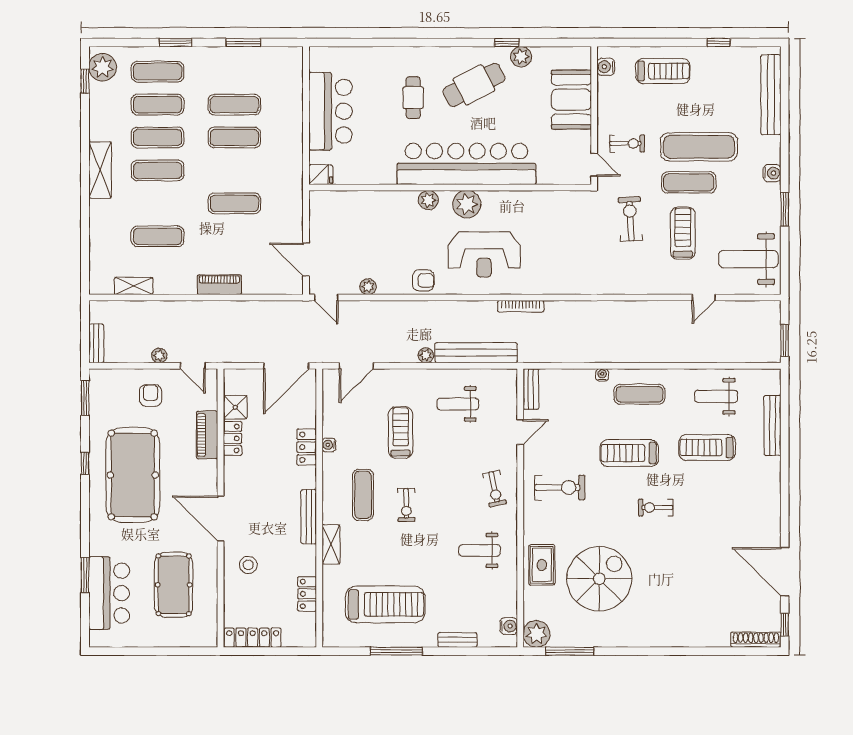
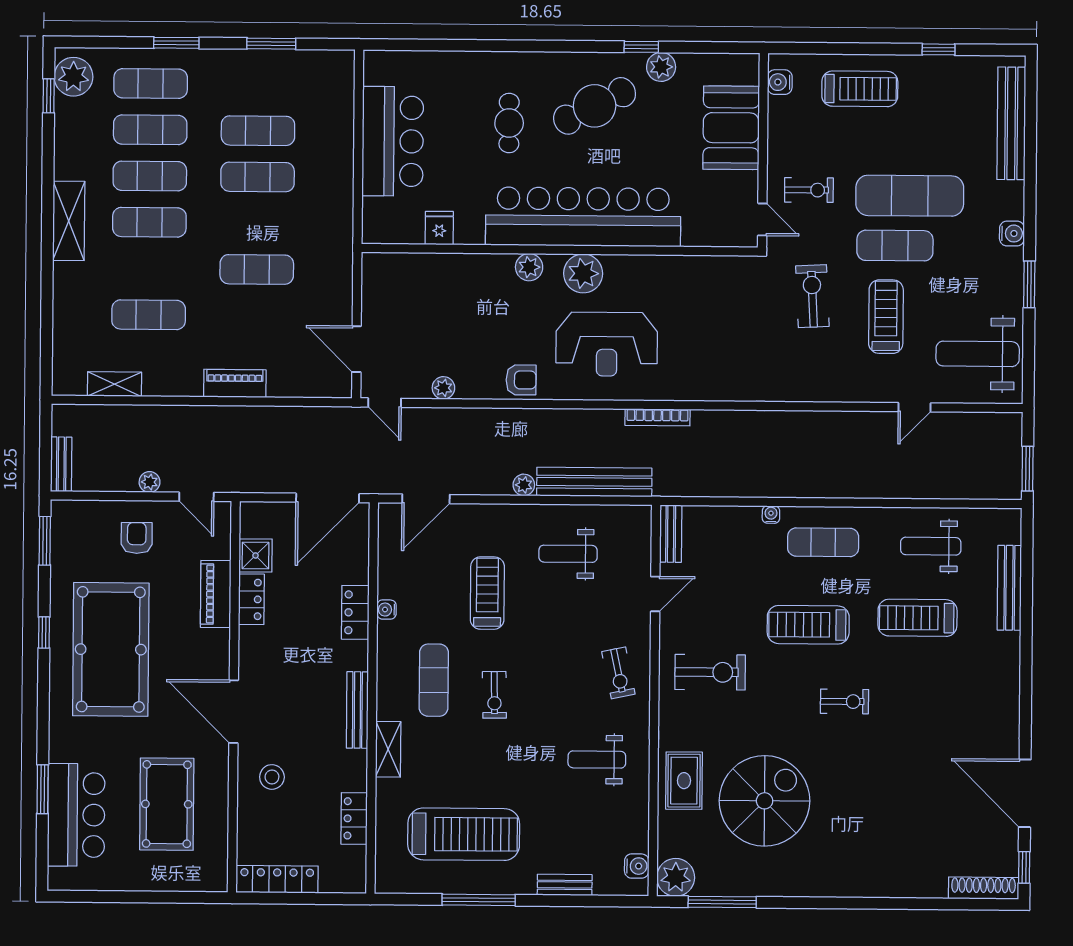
fridge: (321, 175) -> (439, 228), moved, turned -90
exercise bike: (656, 508) -> (845, 701), turned 180

